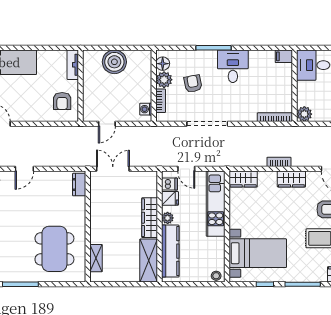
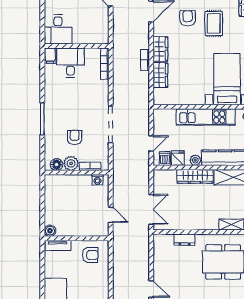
boiler: (114, 62) -> (50, 231), moved, width x0.54, depth x0.54
desk: (233, 66) -> (70, 63), moved, turned 90
armchair: (193, 84) -> (75, 137), turned 101
plant: (304, 114) -> (102, 37), removed
double door: (113, 169) -> (151, 209), swing flipped
wardrobe: (243, 179) -> (160, 75), moved
dresser: (79, 185) -> (185, 240), moved
kitchen unit: (216, 204) -> (206, 117), moved

